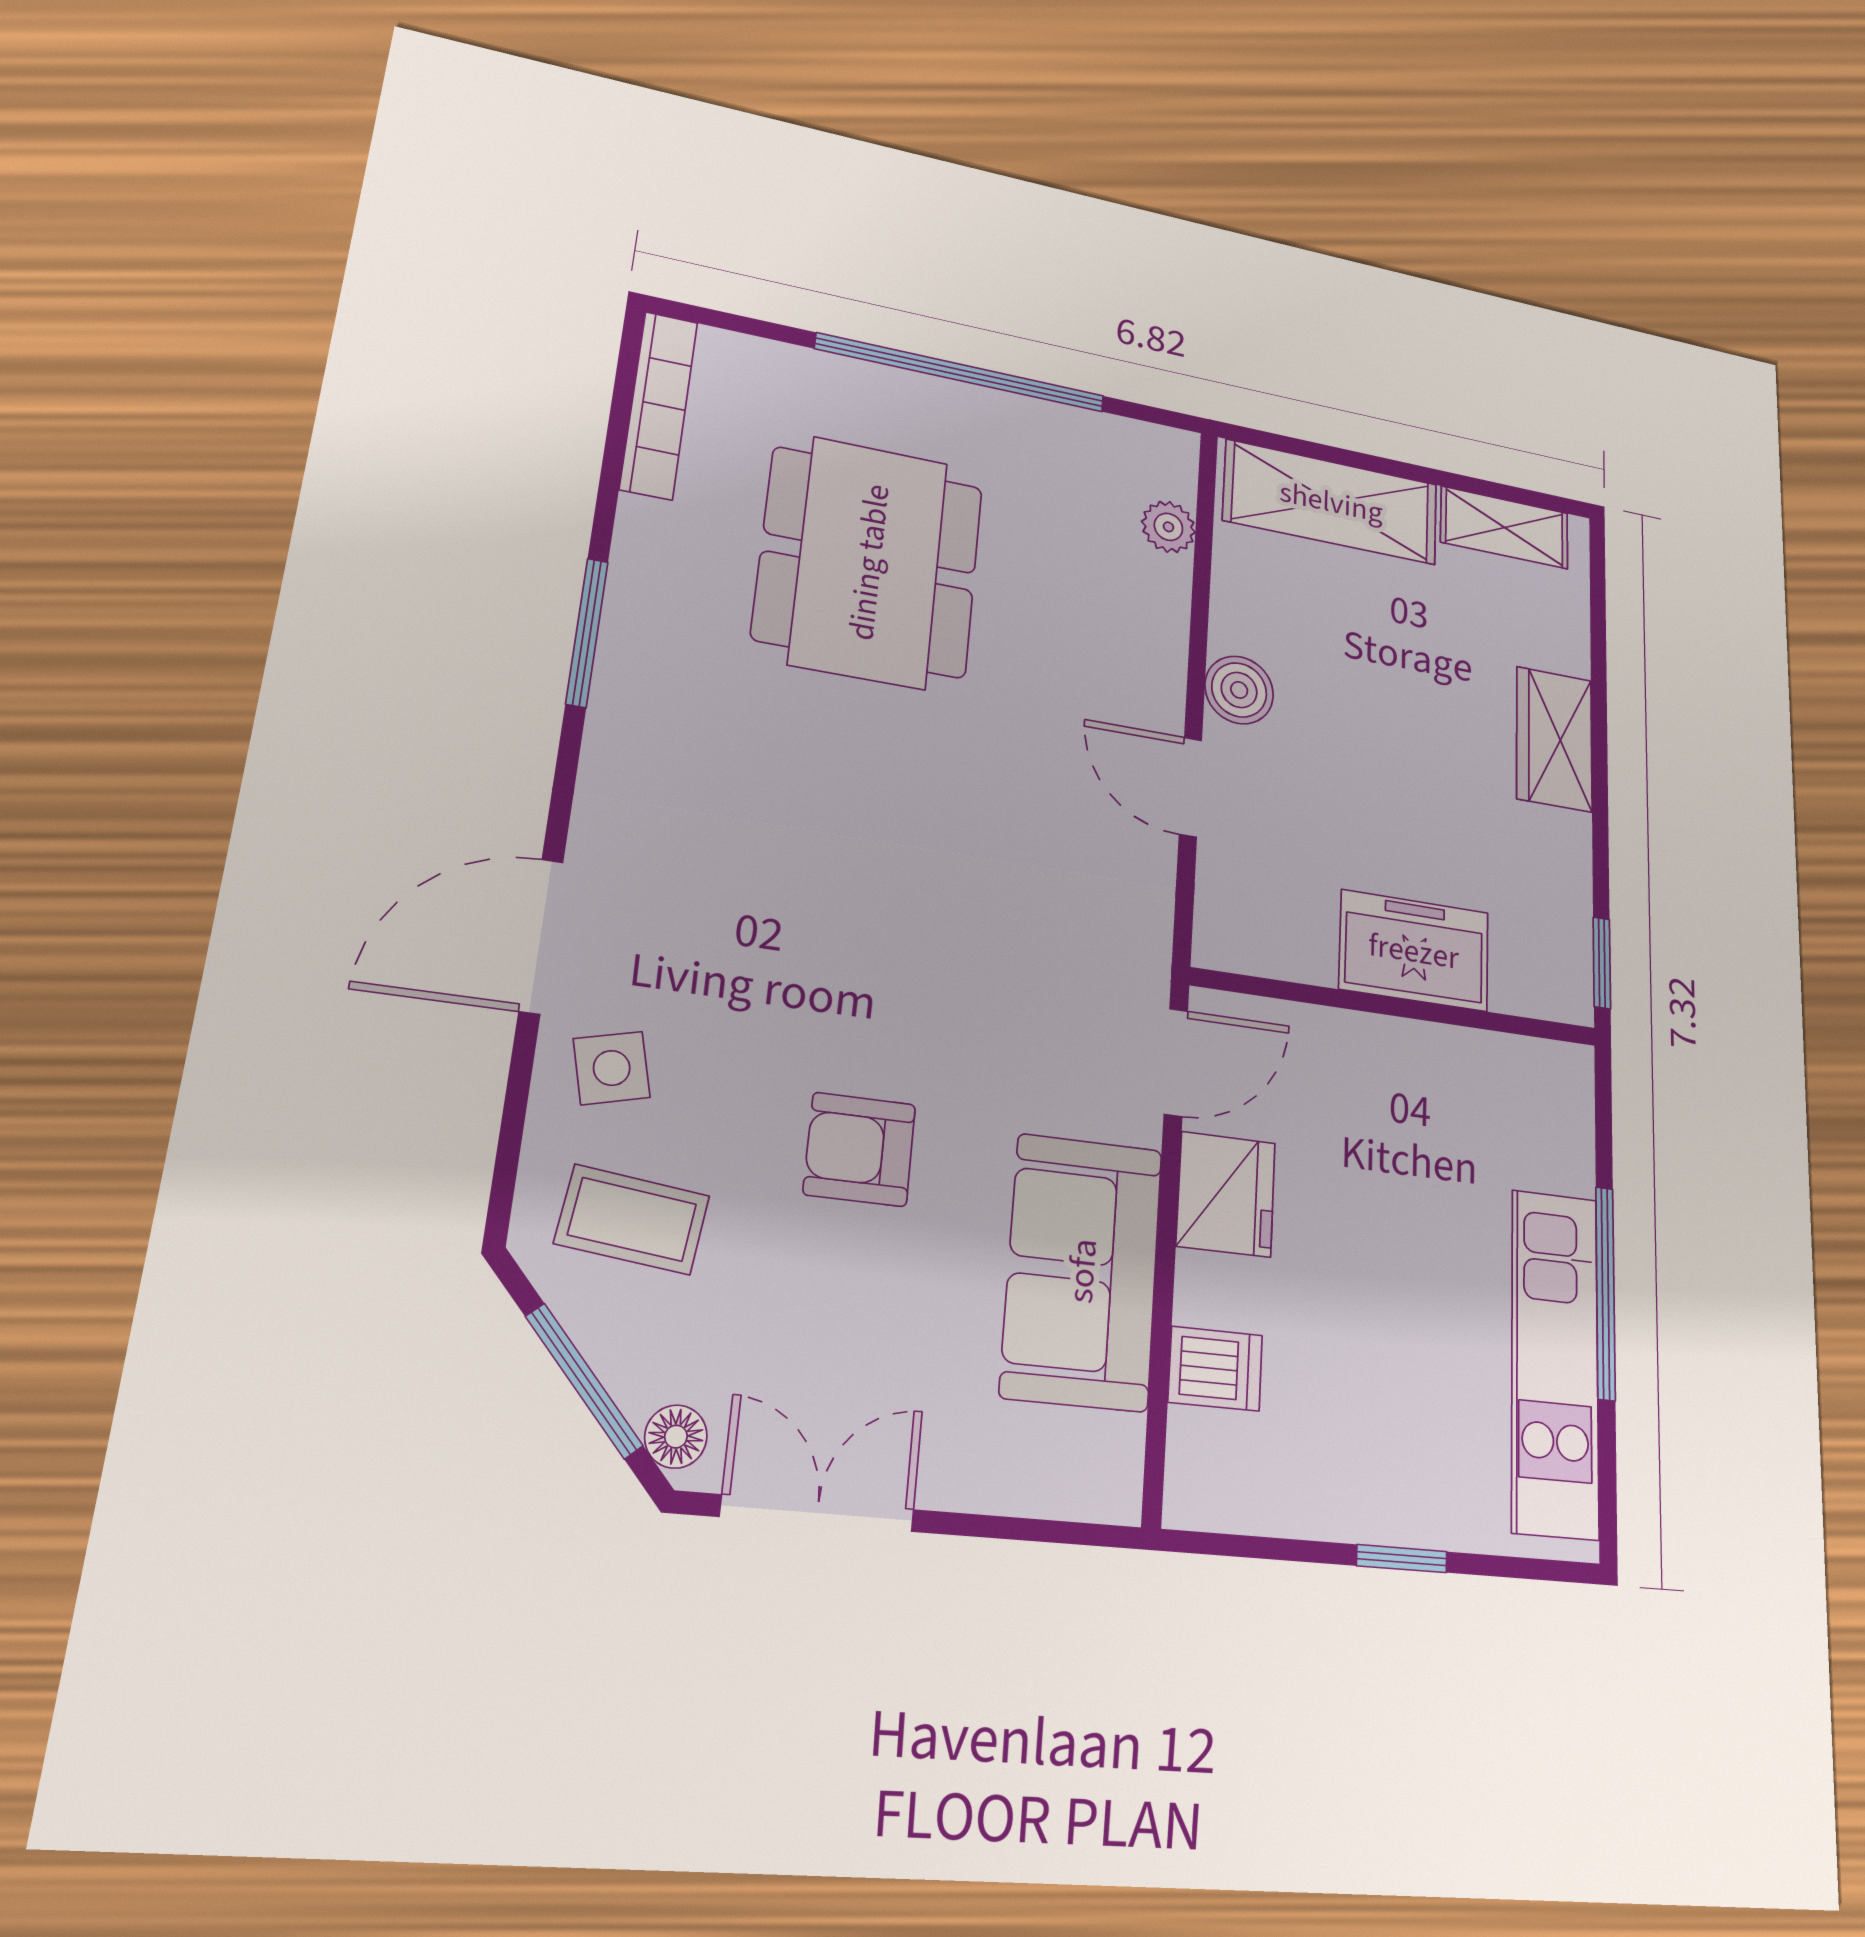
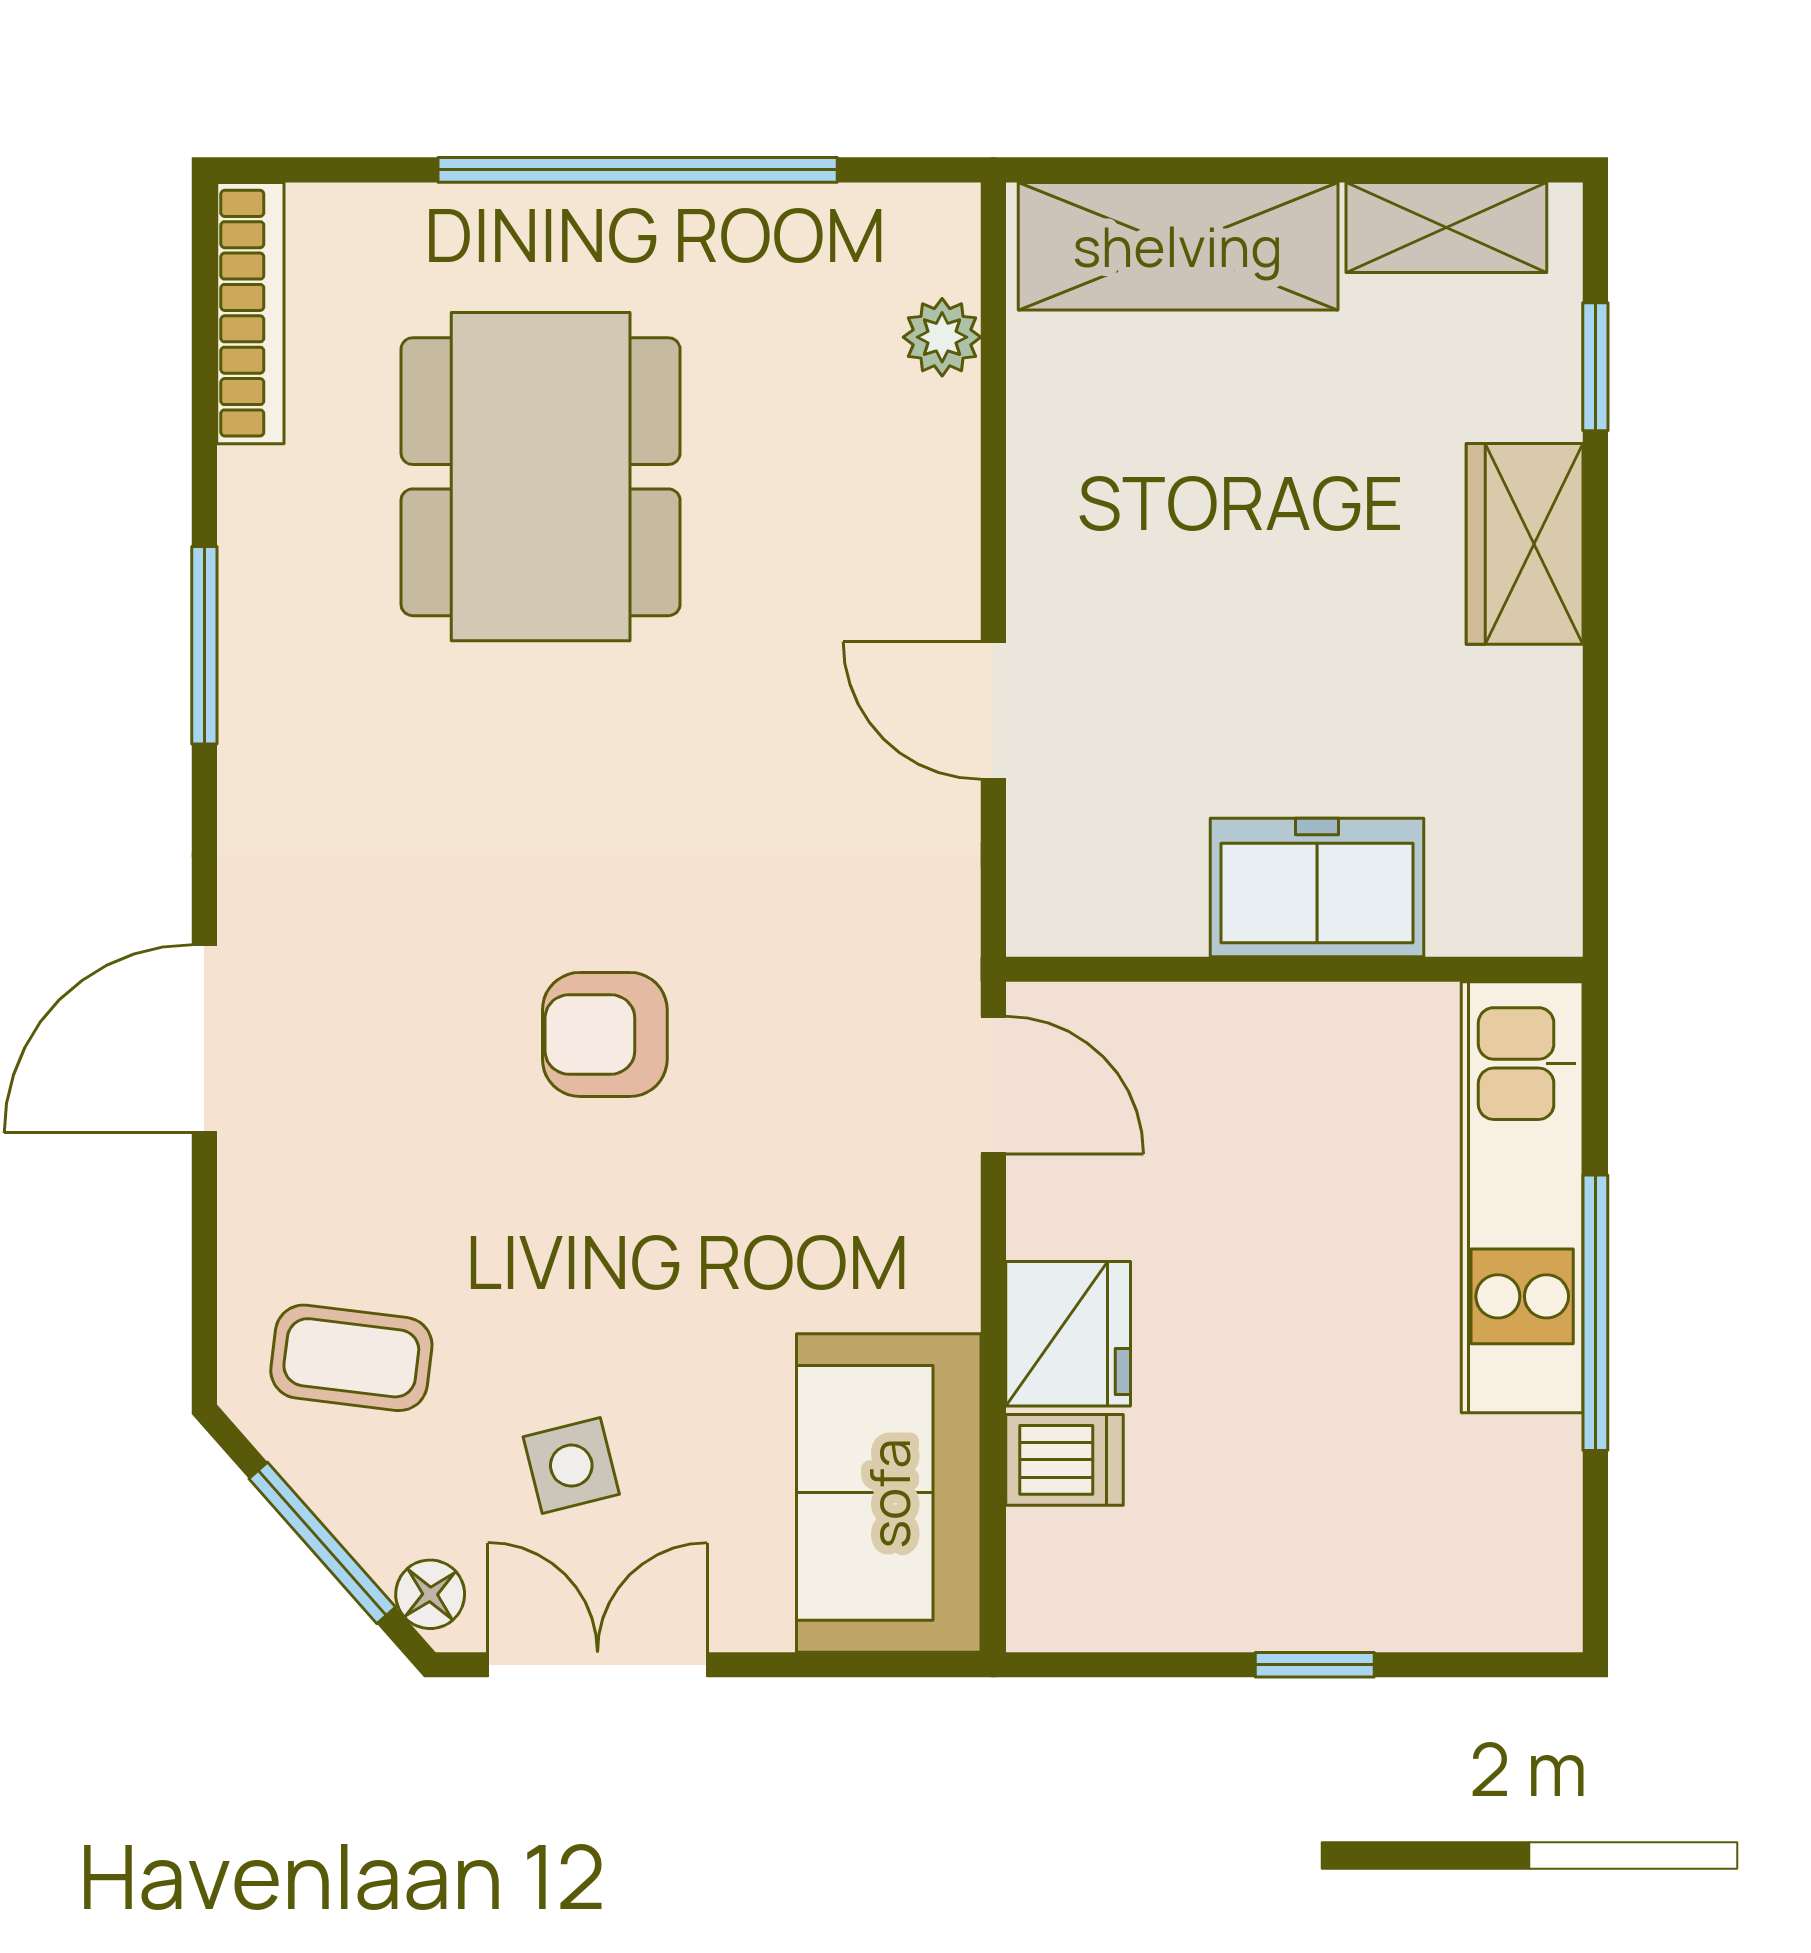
boiler: (1239, 690) -> (1055, 559), removed
window: (1602, 963) -> (1595, 367), moved
door: (1176, 1062) -> (993, 1085), hinge flipped
side table: (612, 1068) -> (571, 1466), moved
armchair: (860, 1149) -> (605, 1034), moved
fridge: (1226, 1194) -> (1068, 1334), moved
sofa: (1082, 1271) -> (889, 1493), moved
kitchen unit: (1555, 1362) -> (1522, 1197), moved

